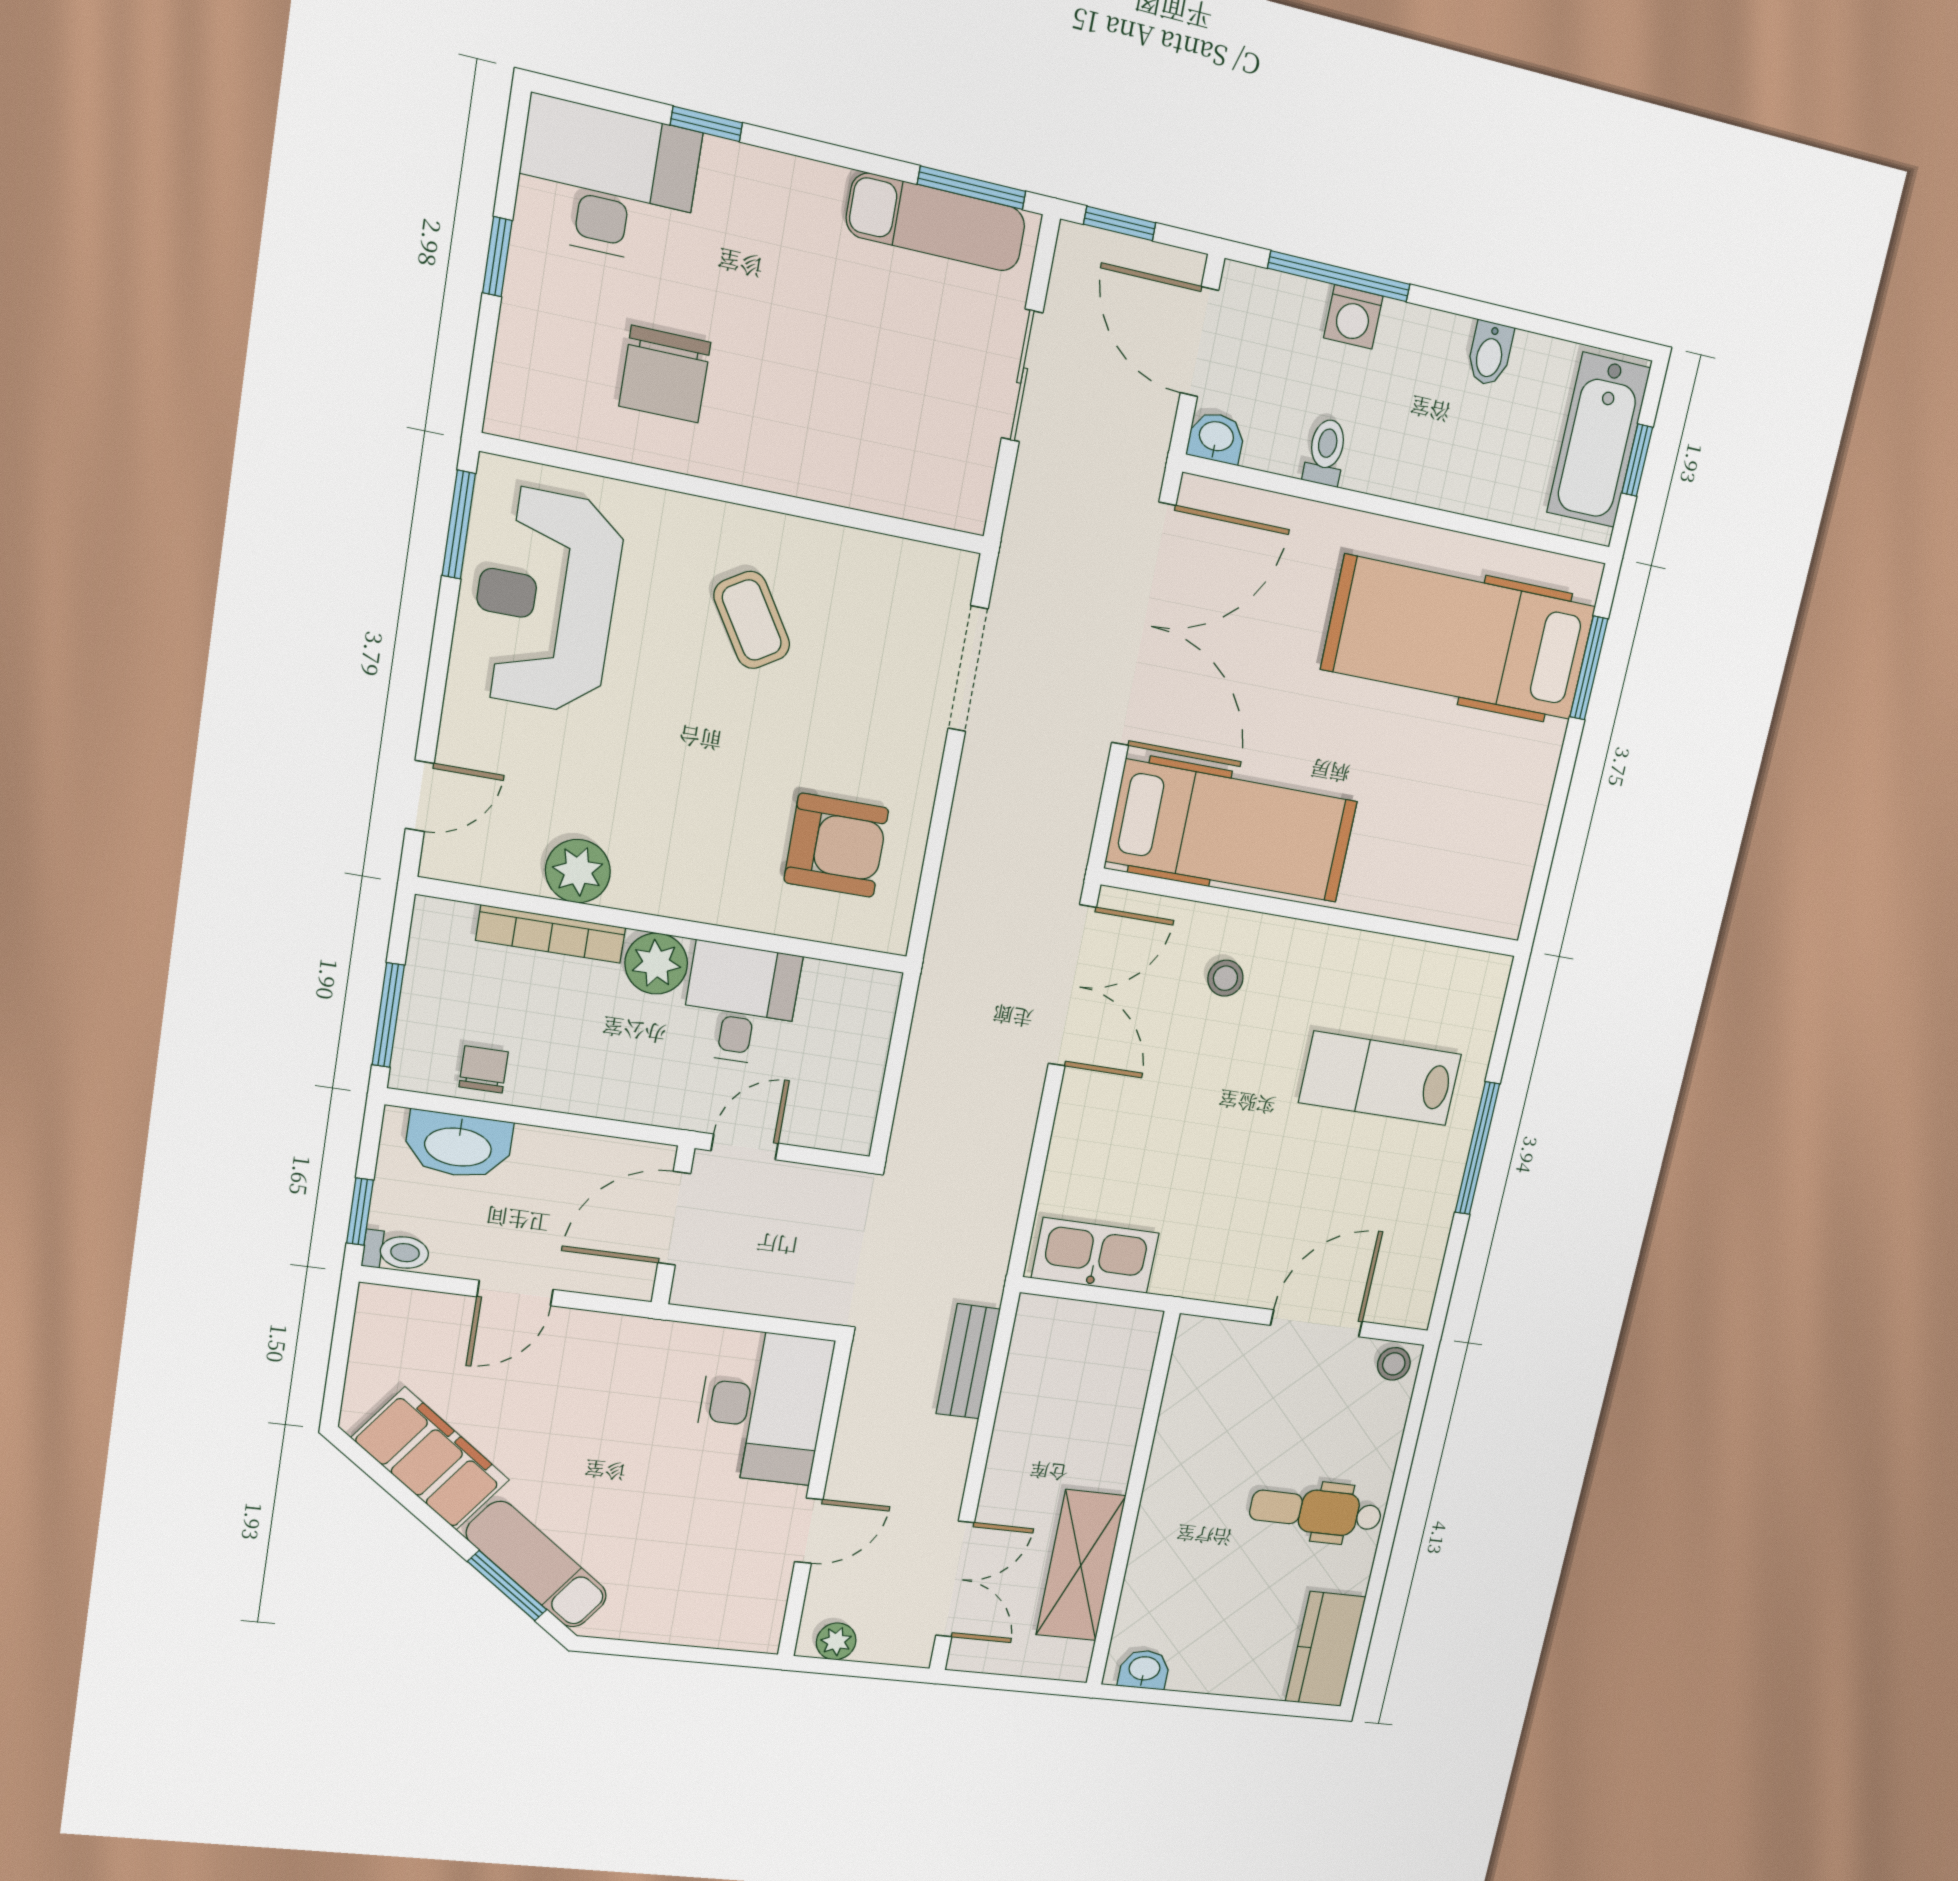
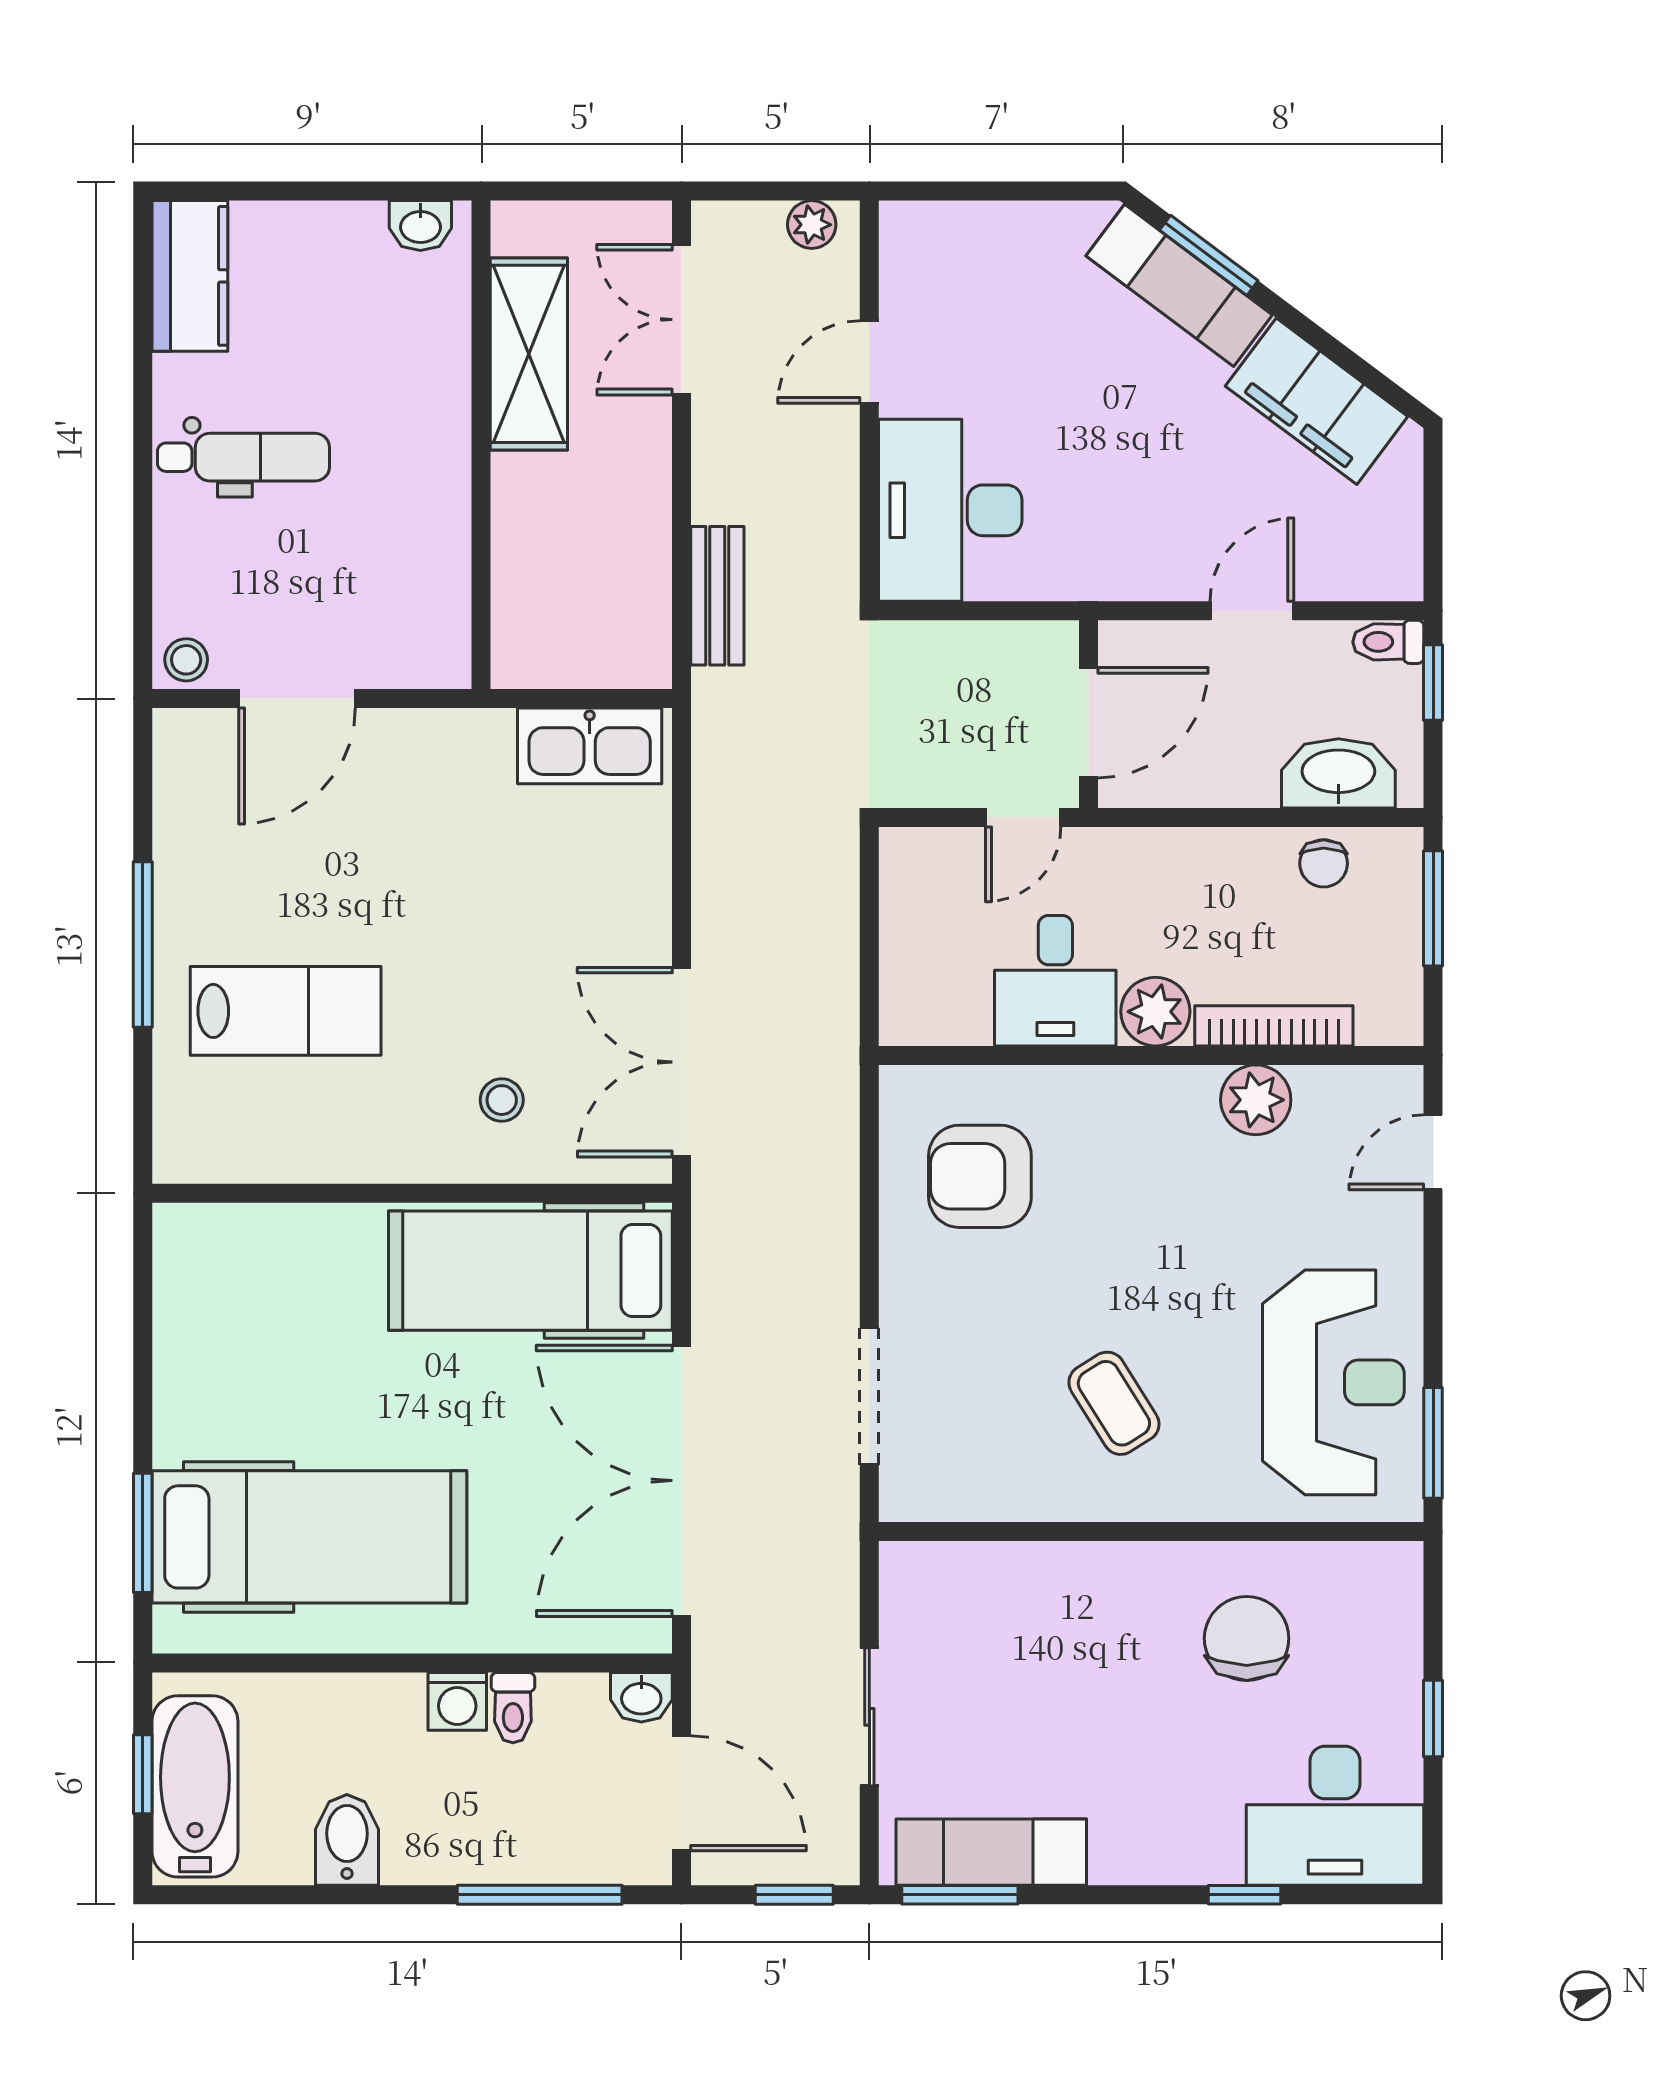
washing machine: (1353, 317) -> (457, 1701), moved, turned 180
bidet: (1490, 353) -> (347, 1840), width x1.38, depth x1.36

